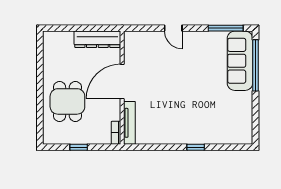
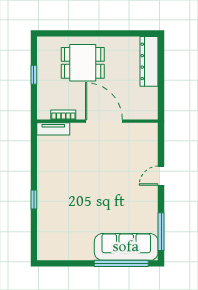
dresser: (97, 39) -> (149, 61), moved
tv unit: (129, 123) -> (53, 129), width x0.71
bookcase: (116, 133) -> (63, 115), moved

